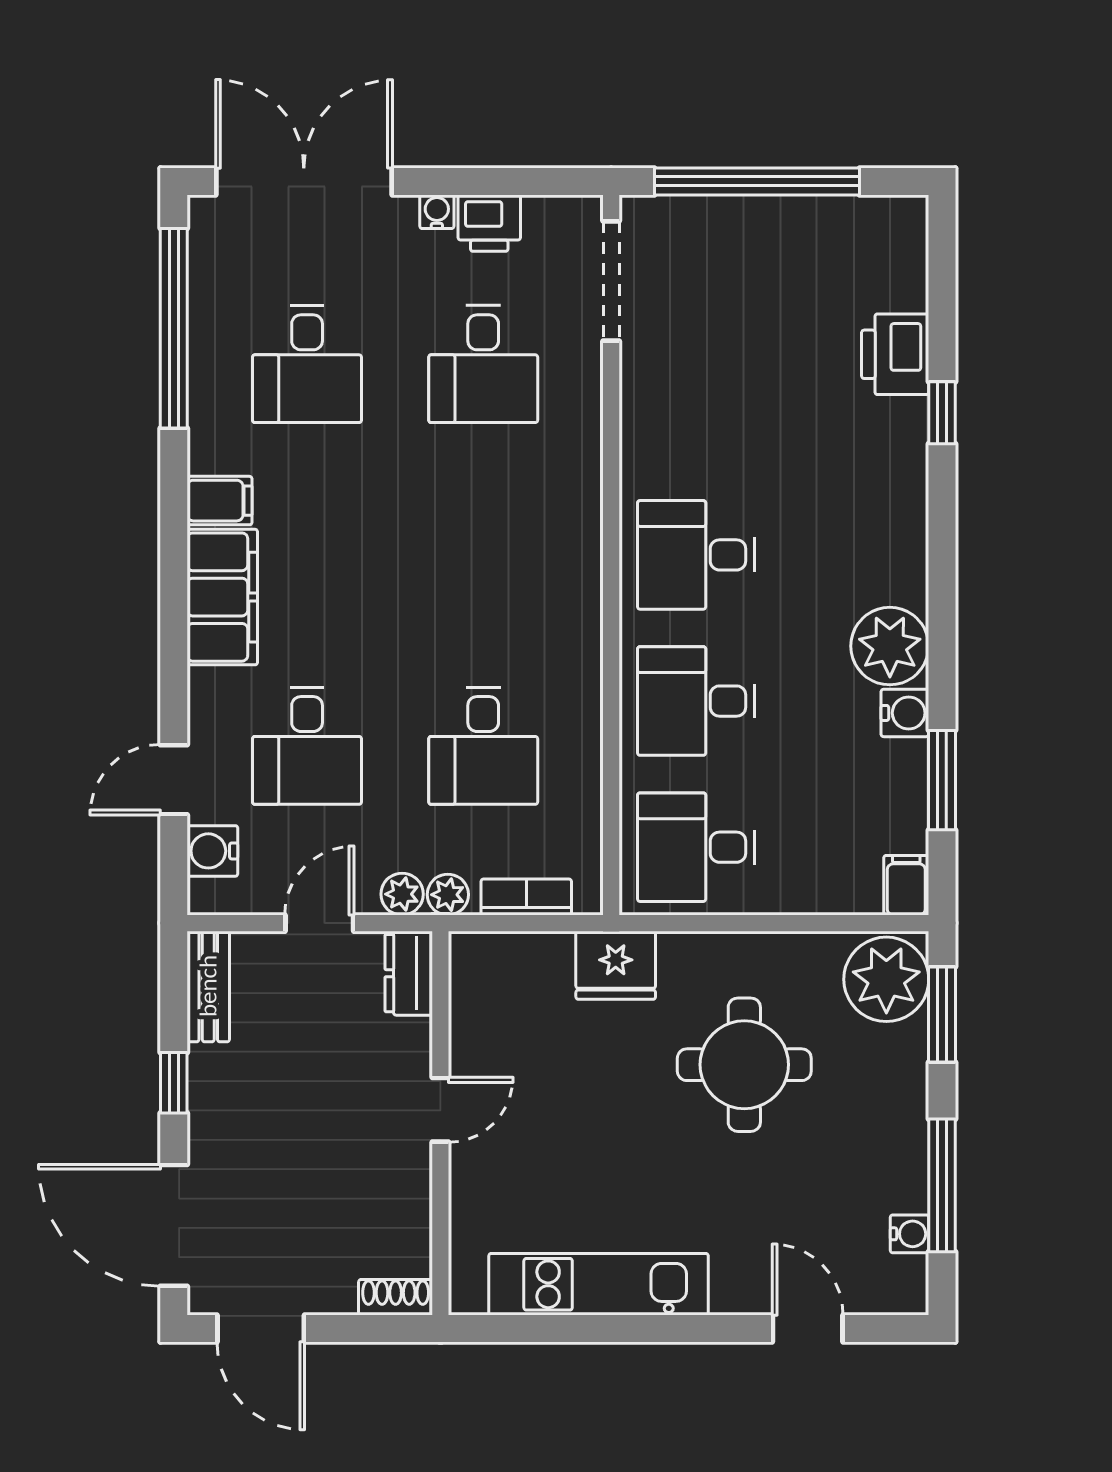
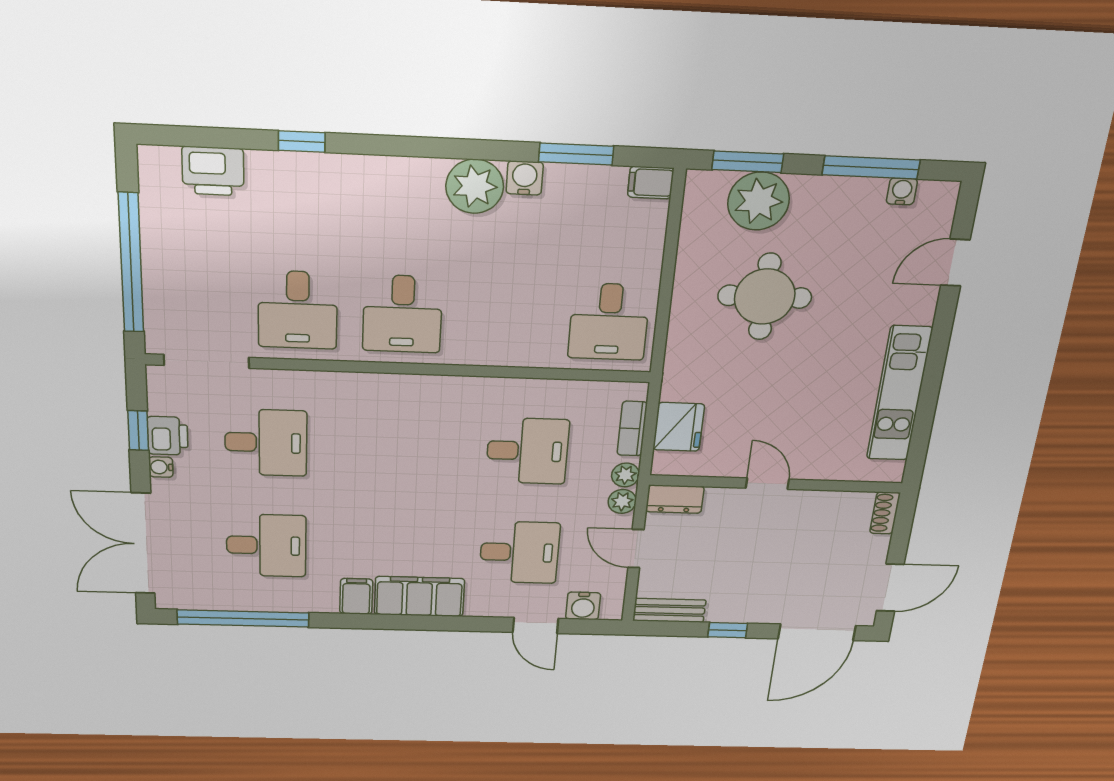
window: (496, 181) -> (138, 431), added
printer: (895, 354) -> (213, 171), moved
desk: (696, 701) -> (298, 310), moved
fridge: (616, 965) -> (679, 427), moved
plant: (886, 979) -> (759, 201), moved

